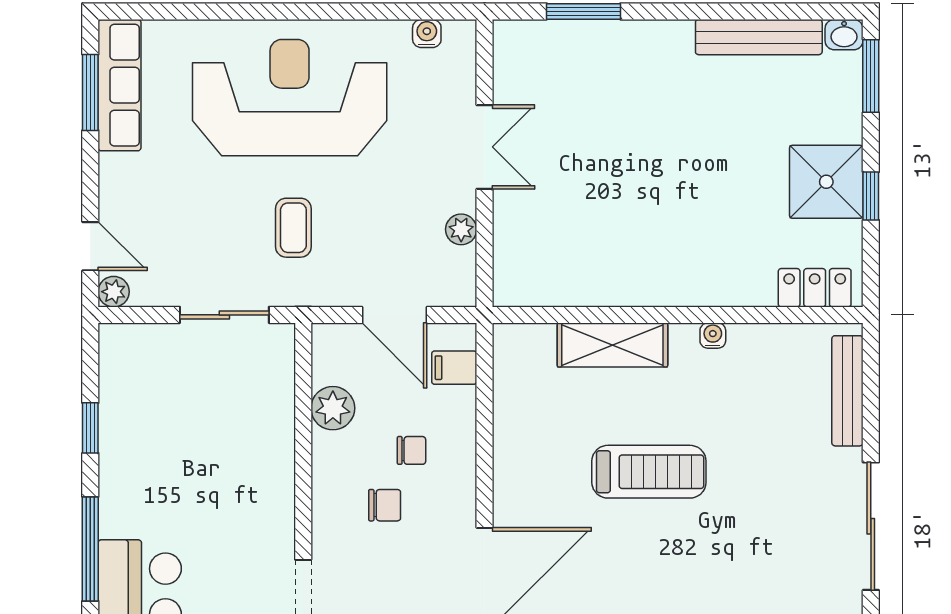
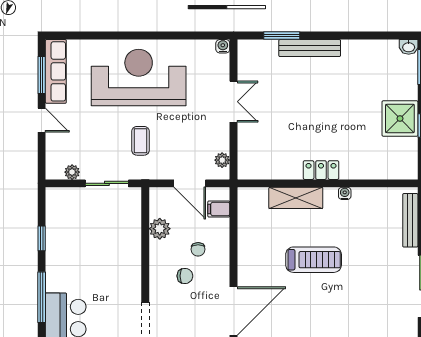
water cooler: (427, 34) -> (223, 46), moved
bench: (759, 37) -> (310, 48), moved
plant: (461, 229) -> (222, 160), moved
door: (90, 246) -> (42, 120), moved
locker: (815, 288) -> (321, 170), moved
plant: (114, 292) -> (72, 172), moved
chair: (412, 450) -> (198, 249), turned 90

